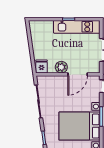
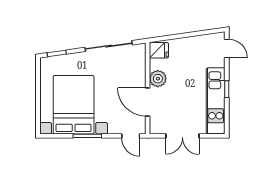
door: (40, 19) -> (227, 49), added

